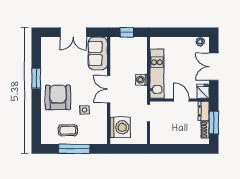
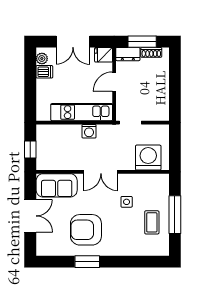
dishwasher: (189, 44) -> (44, 72), added
armchair: (58, 97) -> (86, 230), moved

